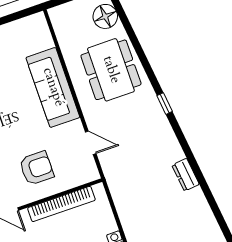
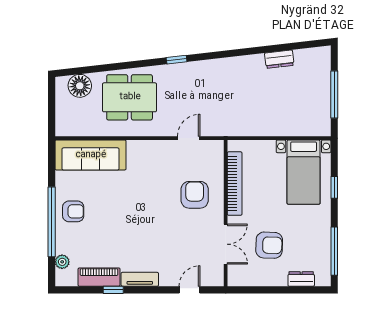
sofa: (53, 87) -> (91, 155), moved
dresser: (186, 175) -> (279, 59), moved

